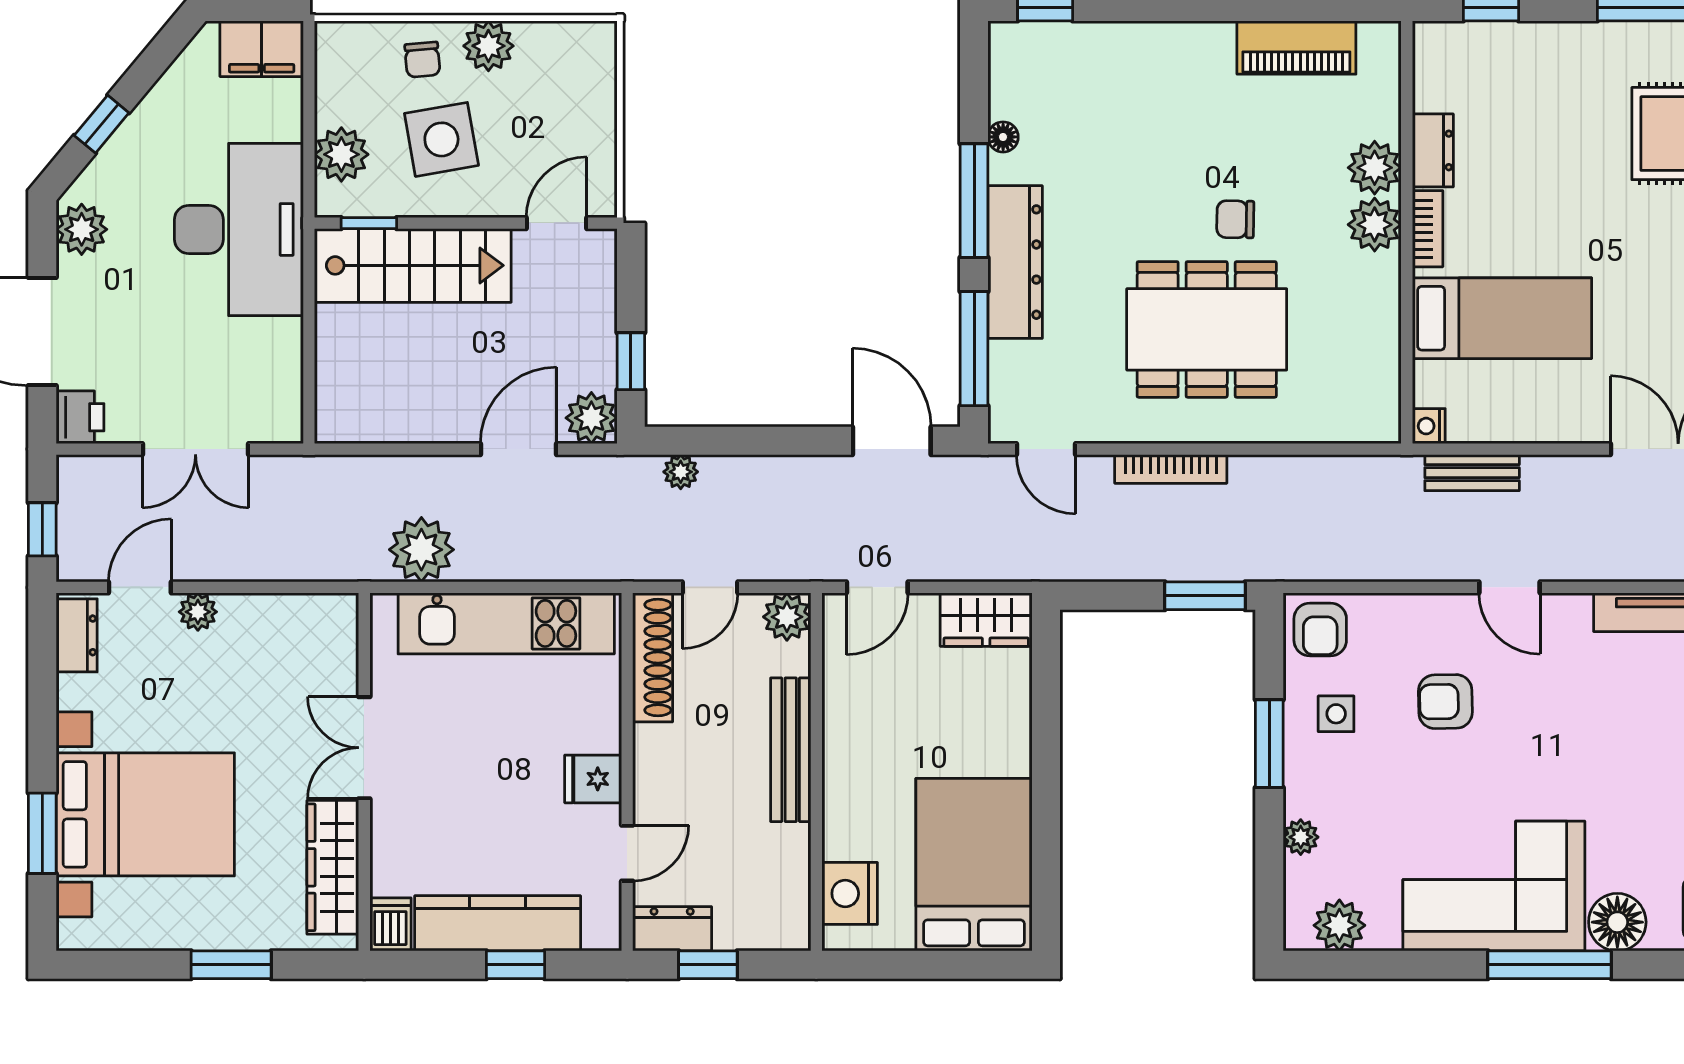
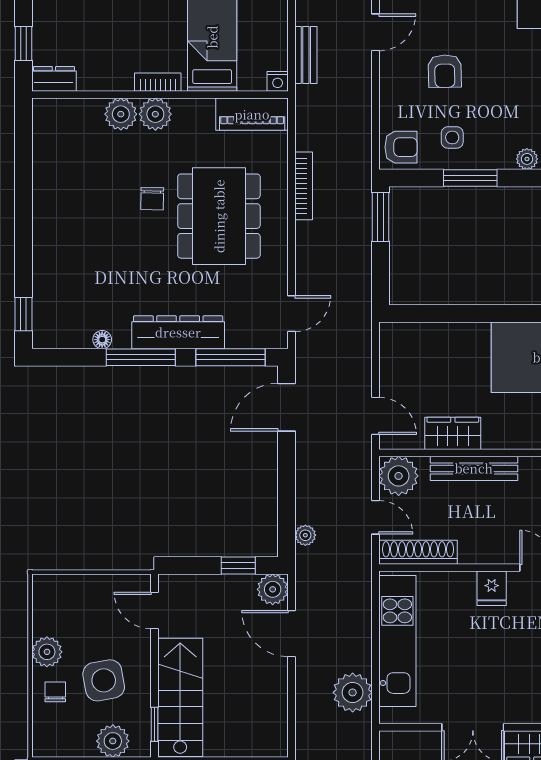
piano: (1296, 48) -> (252, 114), moved, turned 90
chair: (422, 60) -> (55, 692), turned -85
dresser: (1433, 150) -> (54, 79), moved
bookcase: (1171, 469) -> (304, 186), moved
plant: (787, 617) -> (399, 476), width x1.36, depth x1.36
wardrobe: (986, 620) -> (453, 433), moved, turned -90

